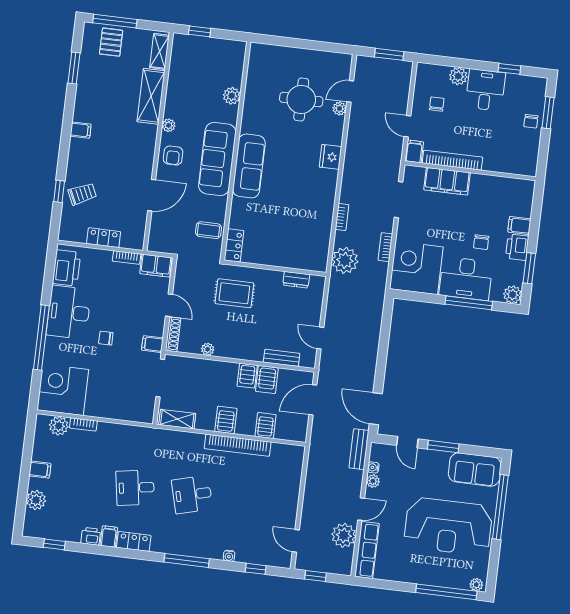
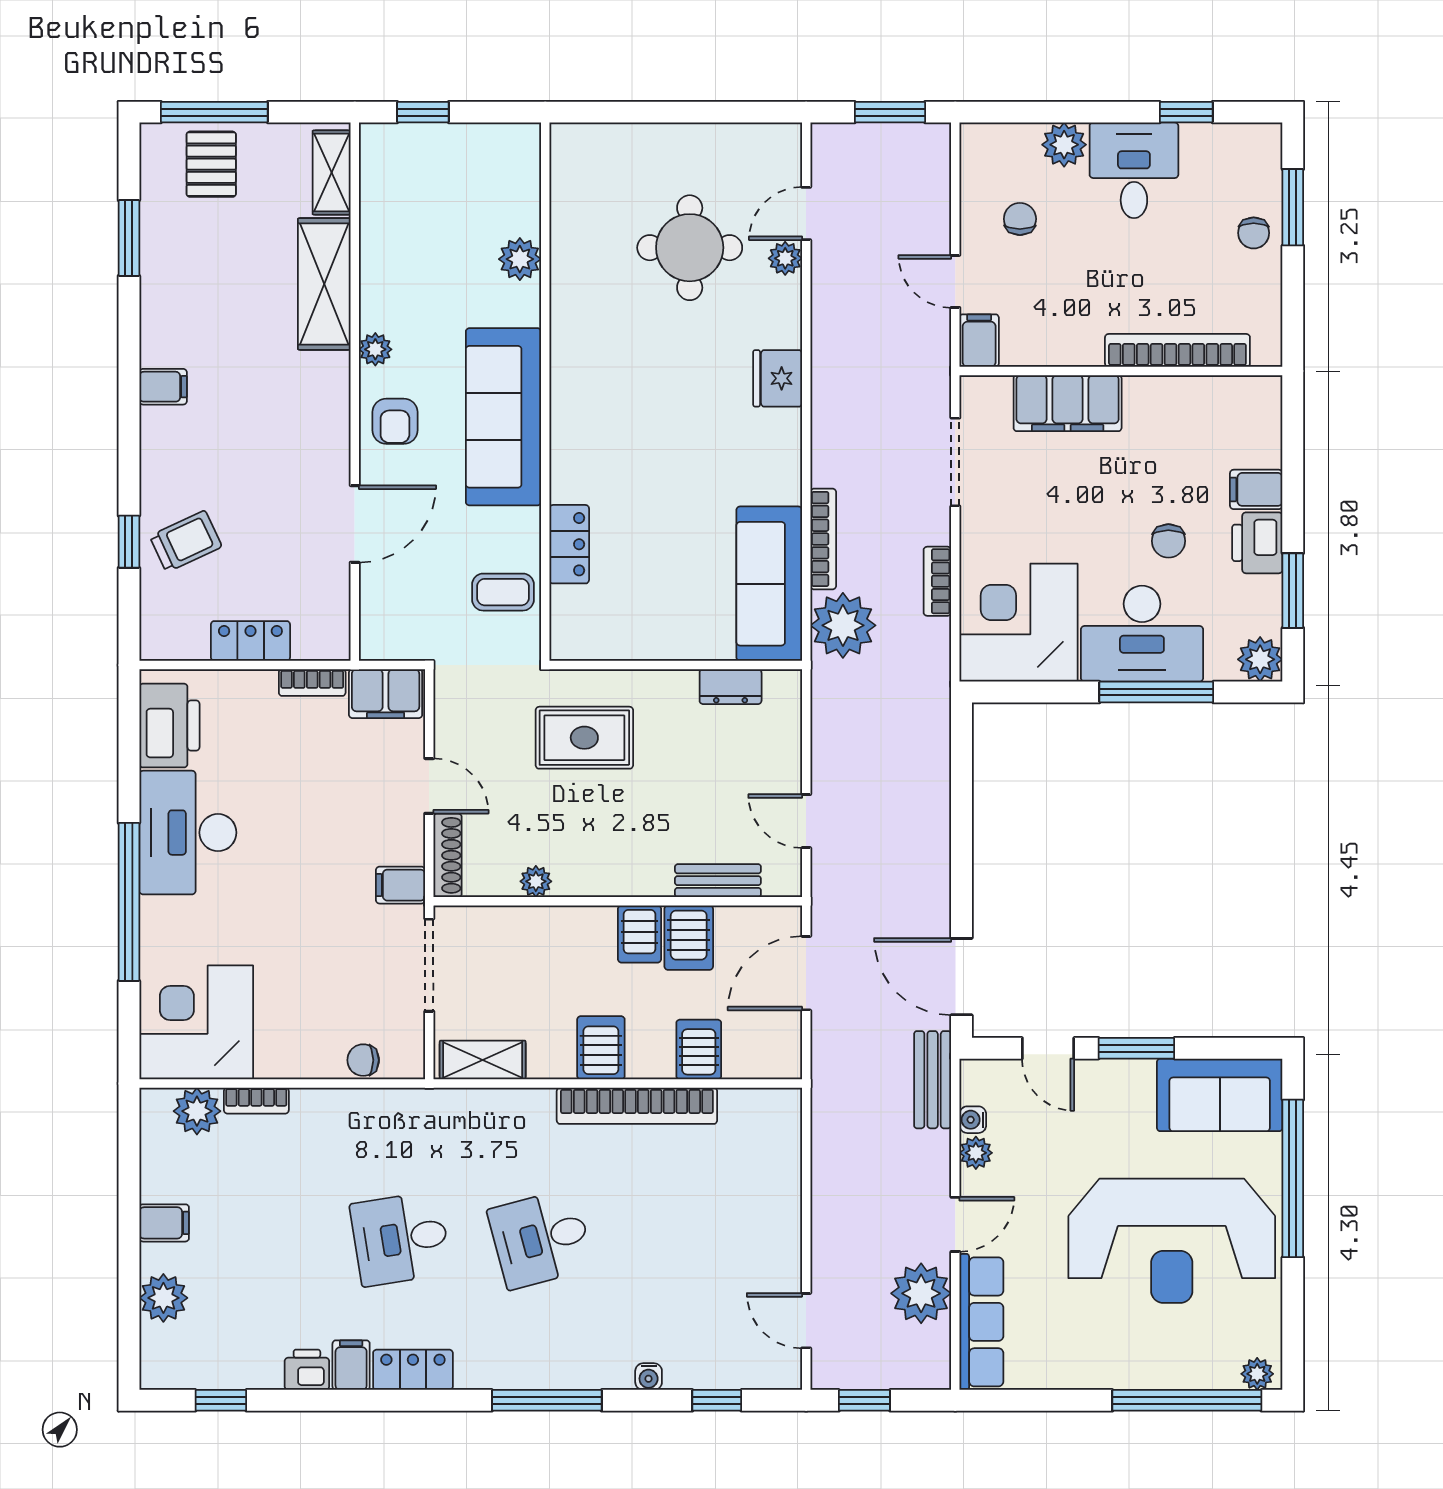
bookcase: (452, 160) -> (1177, 350), moved
sofa: (249, 166) -> (769, 584), moved, turned 180
bookcase: (342, 217) -> (823, 539), width x1.56
locker: (234, 245) -> (569, 544), moved
chair: (106, 338) -> (363, 1060), moved

